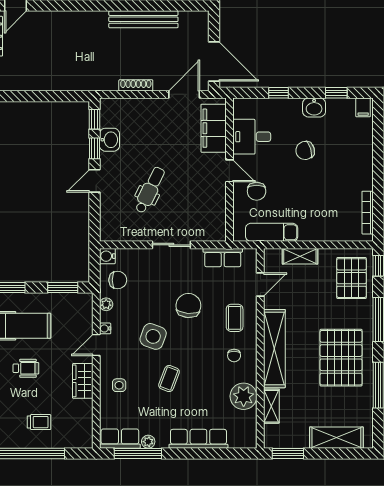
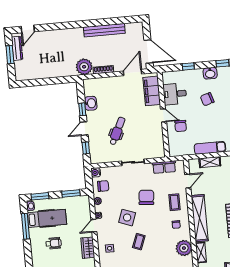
plant: (104, 77) -> (84, 67), added
window: (94, 119) -> (86, 148), moved
exam couch: (272, 232) -> (210, 148), moved

